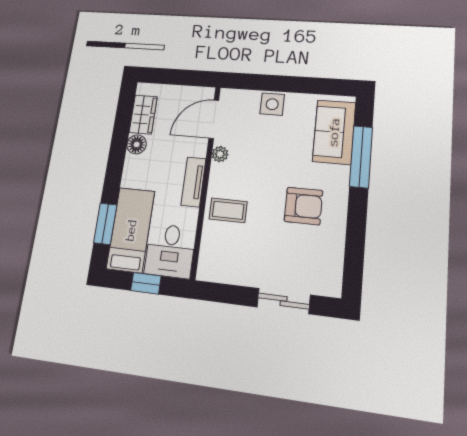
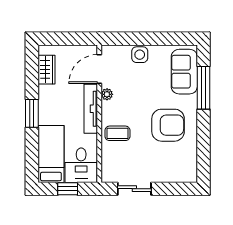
floor lamp: (137, 144) -> (45, 92), removed
tv unit: (193, 182) -> (91, 109), width x1.41
armchair: (303, 206) -> (168, 125), width x1.36, depth x1.36
window: (105, 224) -> (32, 113), moved
sliding door: (284, 301) -> (134, 189), moved

